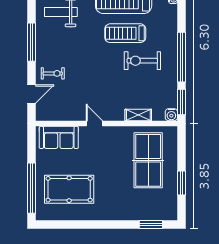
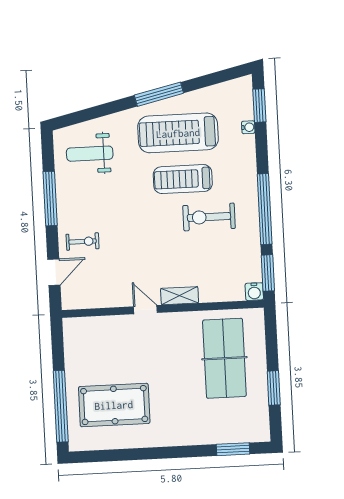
shelving: (138, 115) -> (180, 296), moved
sofa: (59, 137) -> (96, 332), removed

